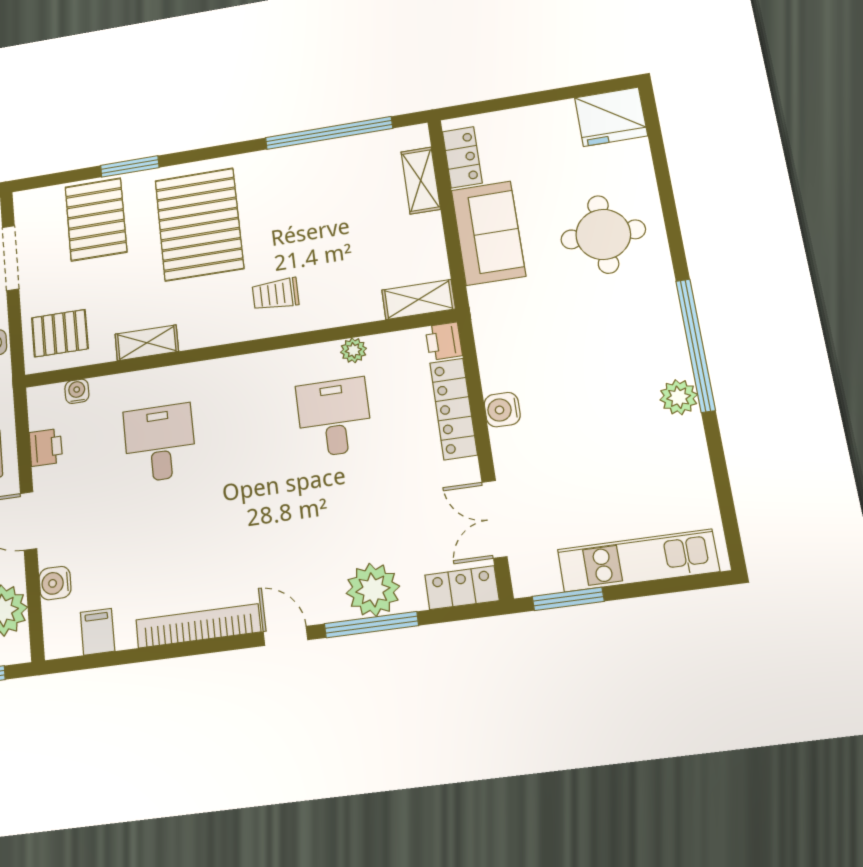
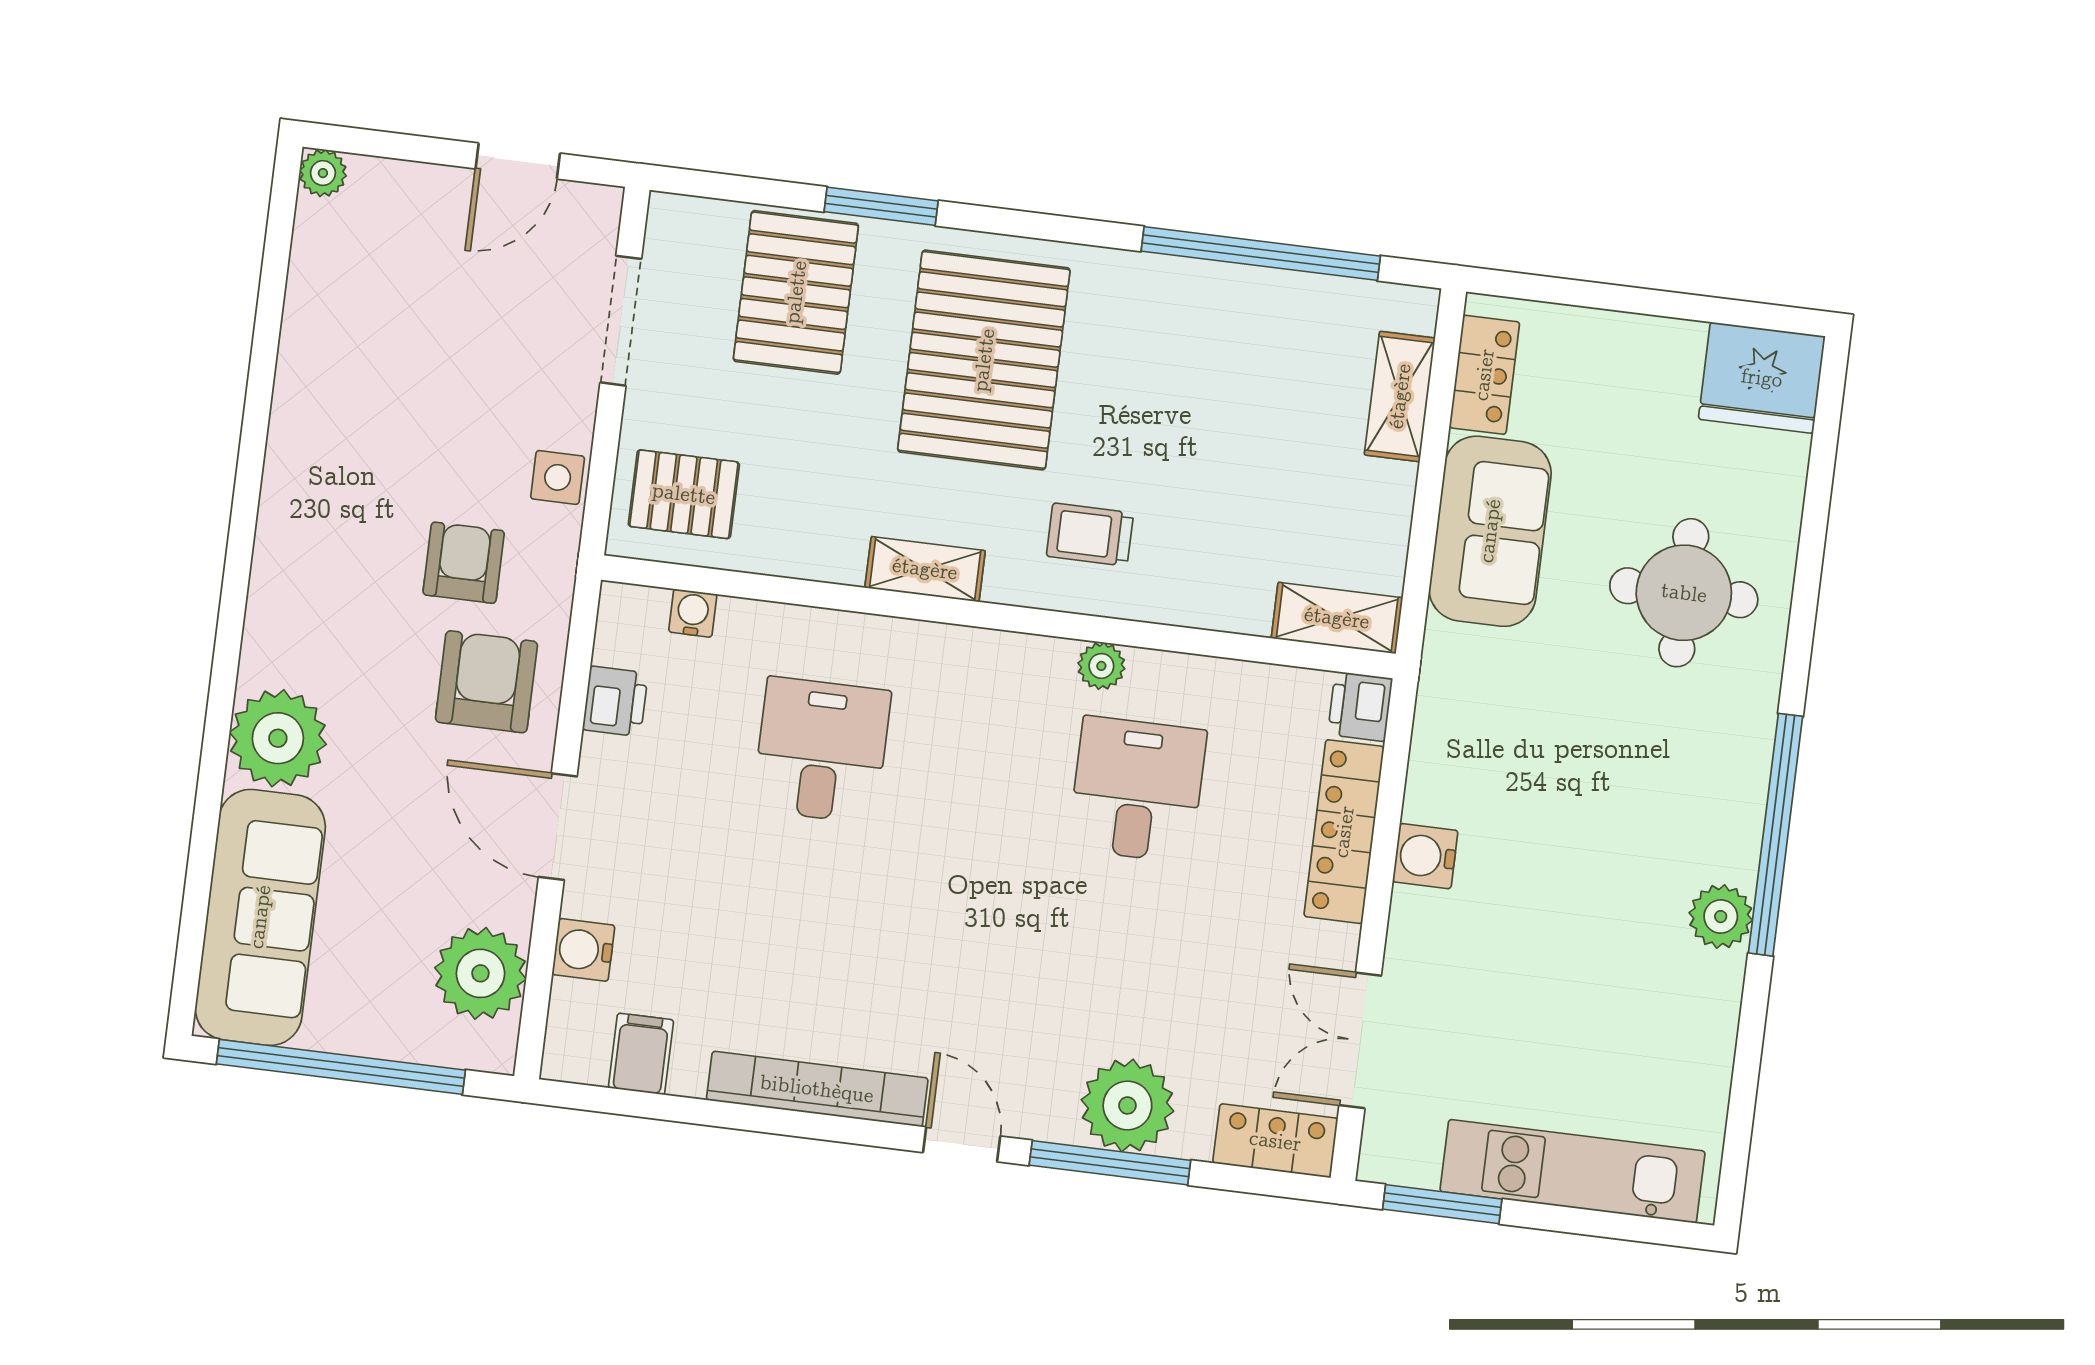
shelving: (147, 343) -> (925, 569), moved
plant: (353, 350) -> (1101, 666), moved

